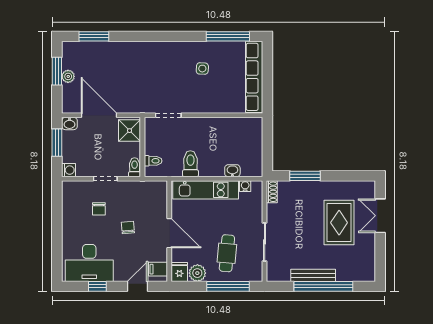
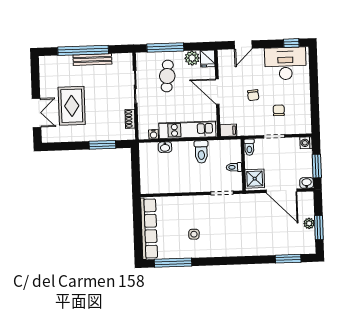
toilet: (153, 161) -> (234, 167), moved
shoe rack: (272, 192) -> (130, 119), moved
filing cabinet: (158, 269) -> (228, 130), moved
window: (97, 286) -> (291, 43), moved

